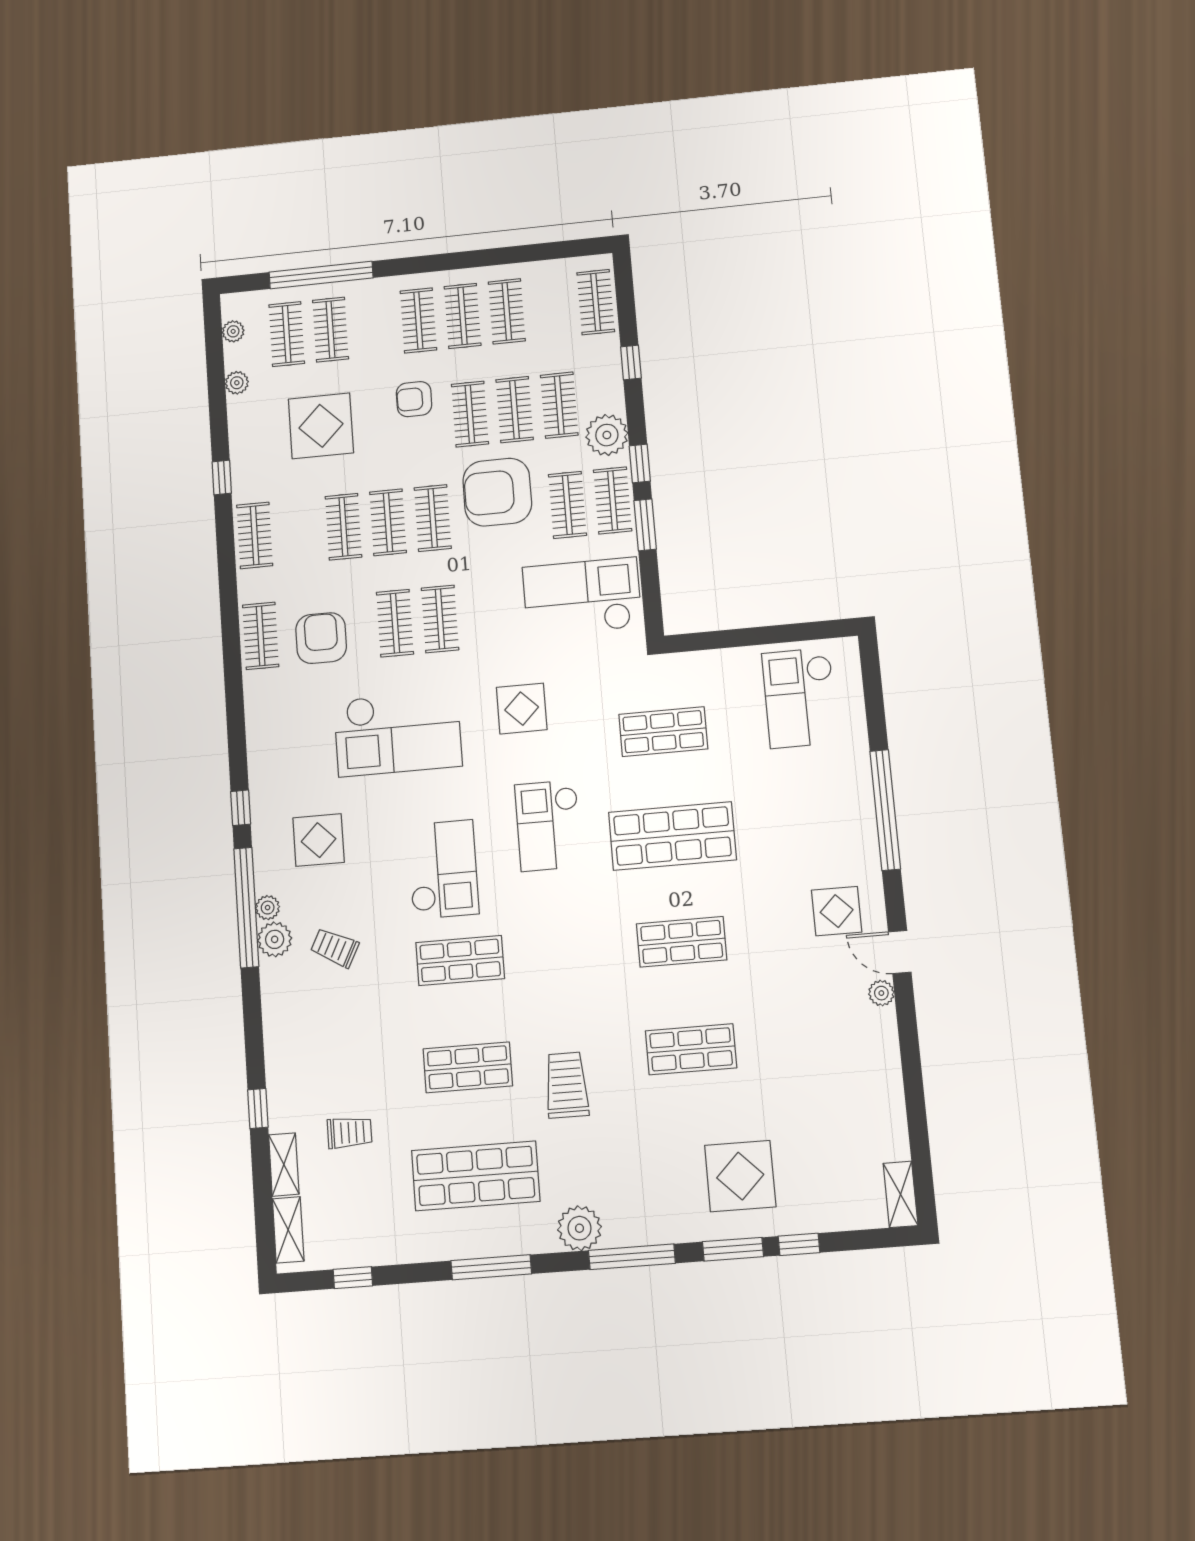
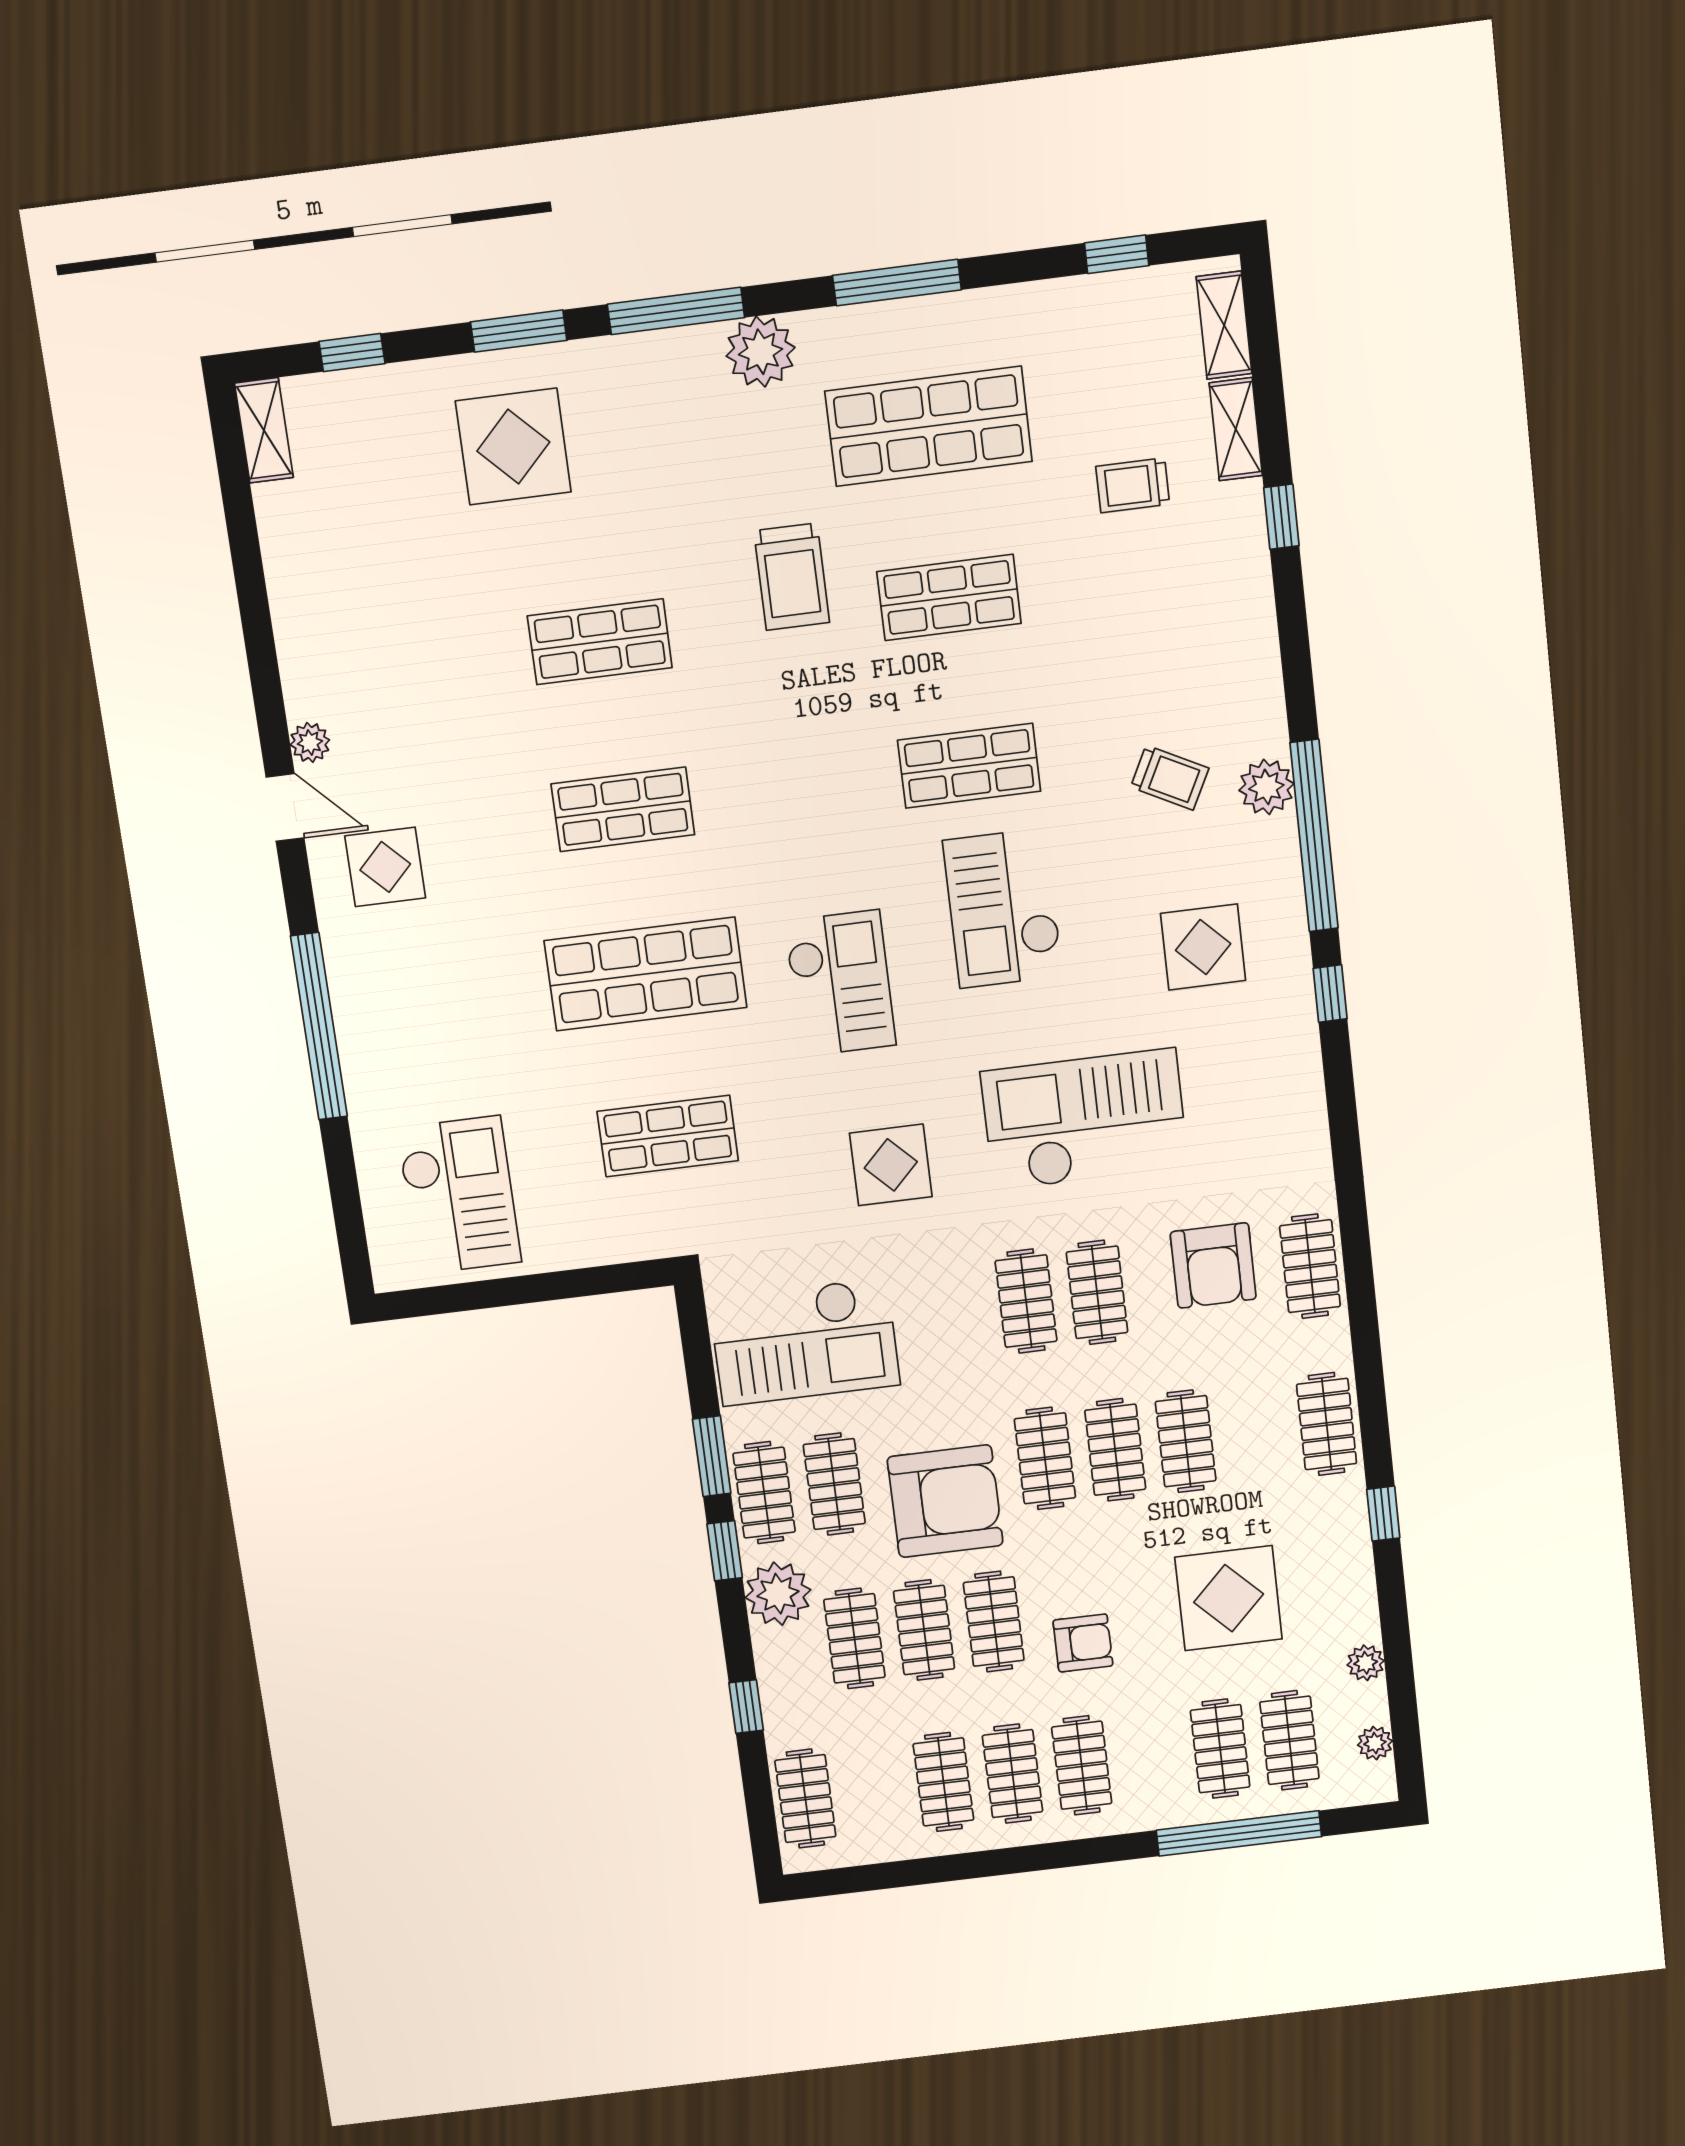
plant: (268, 908) -> (1280, 837), removed
window: (799, 1244) -> (352, 353), moved

